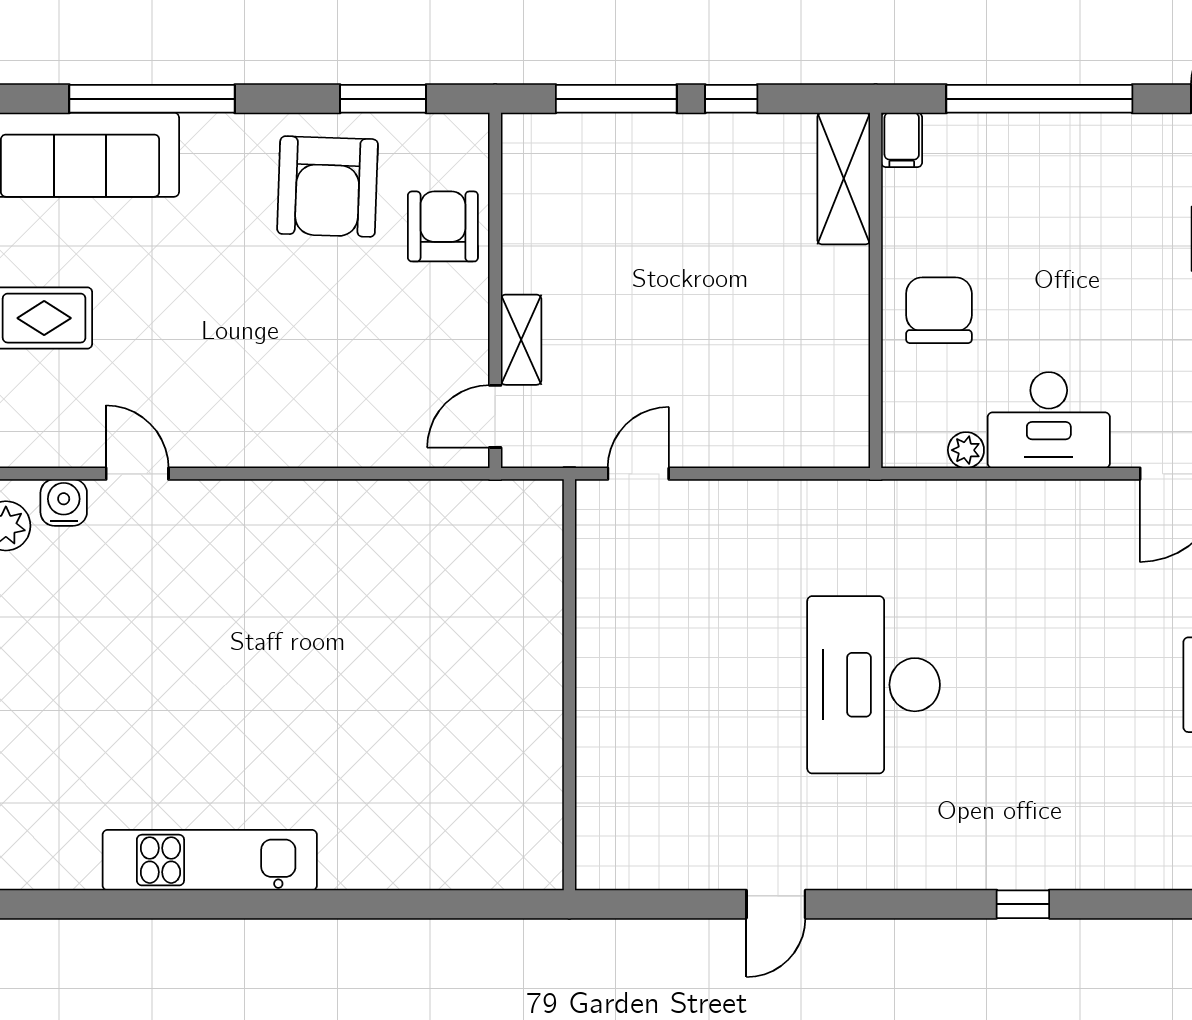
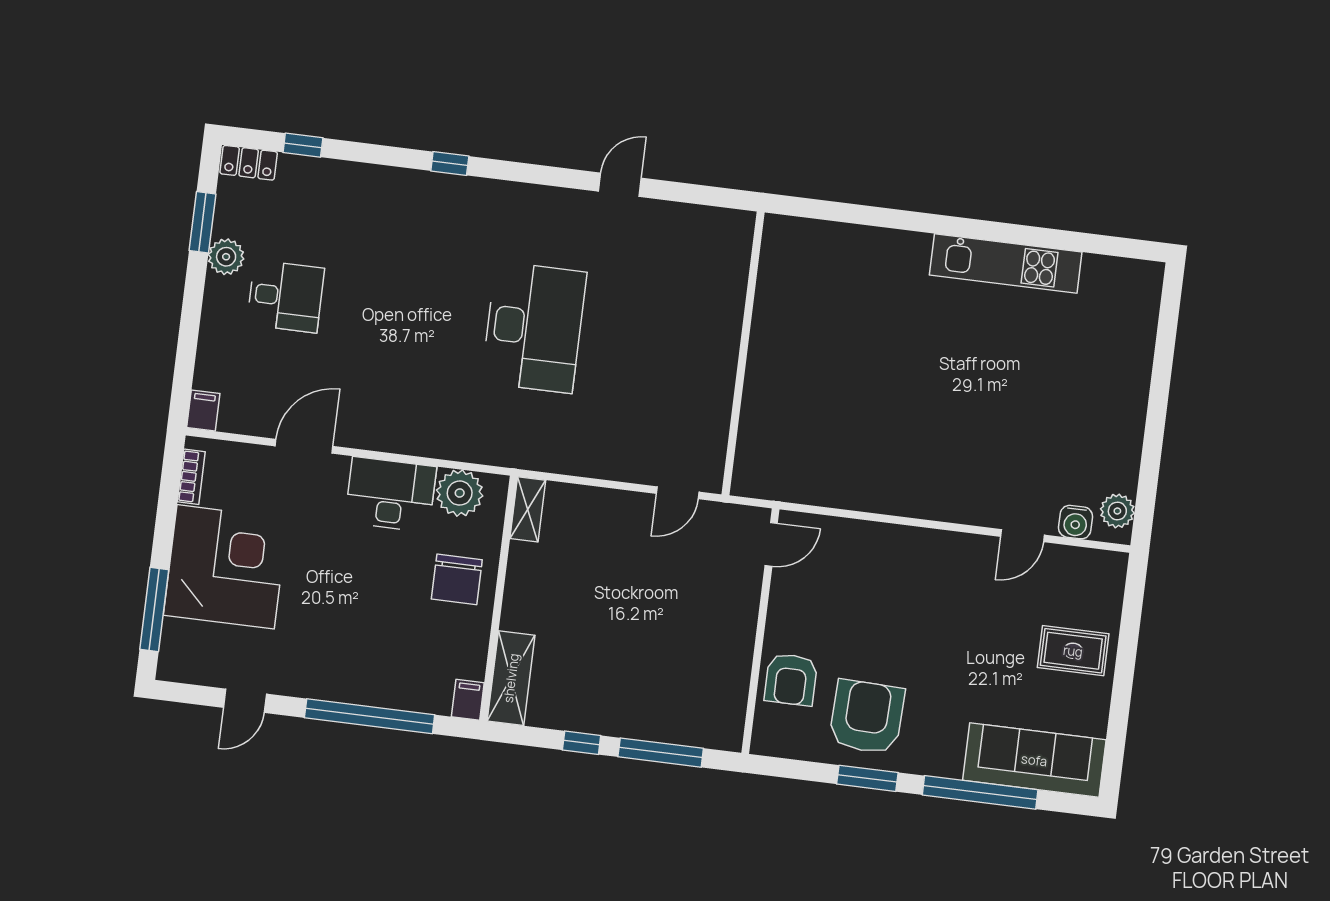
window: (383, 99) -> (867, 778), moved
shelving: (521, 340) -> (528, 509), moved
plant: (966, 450) -> (460, 493), width x1.88, depth x1.88
door: (137, 474) -> (1022, 536), hinge flipped

